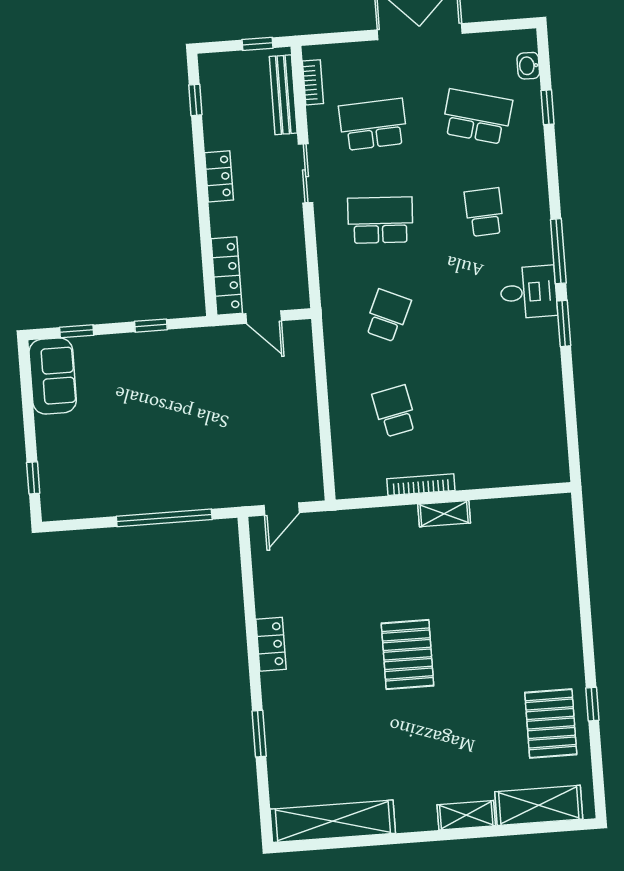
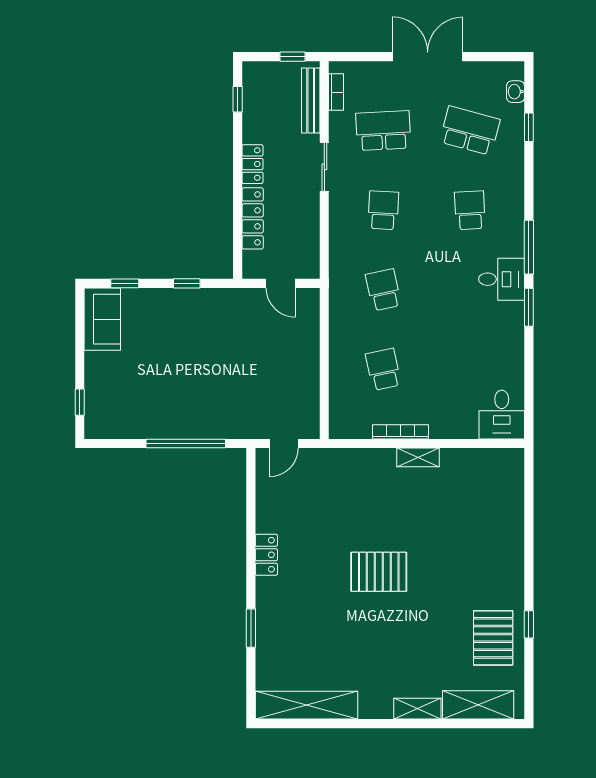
school desk: (380, 220) -> (383, 210), width x0.54
locker: (227, 276) -> (253, 218), moved
school desk: (387, 316) -> (383, 290), turned -36
desk: (541, 455) -> (502, 415), added
pallet: (407, 655) -> (379, 572), turned 90

